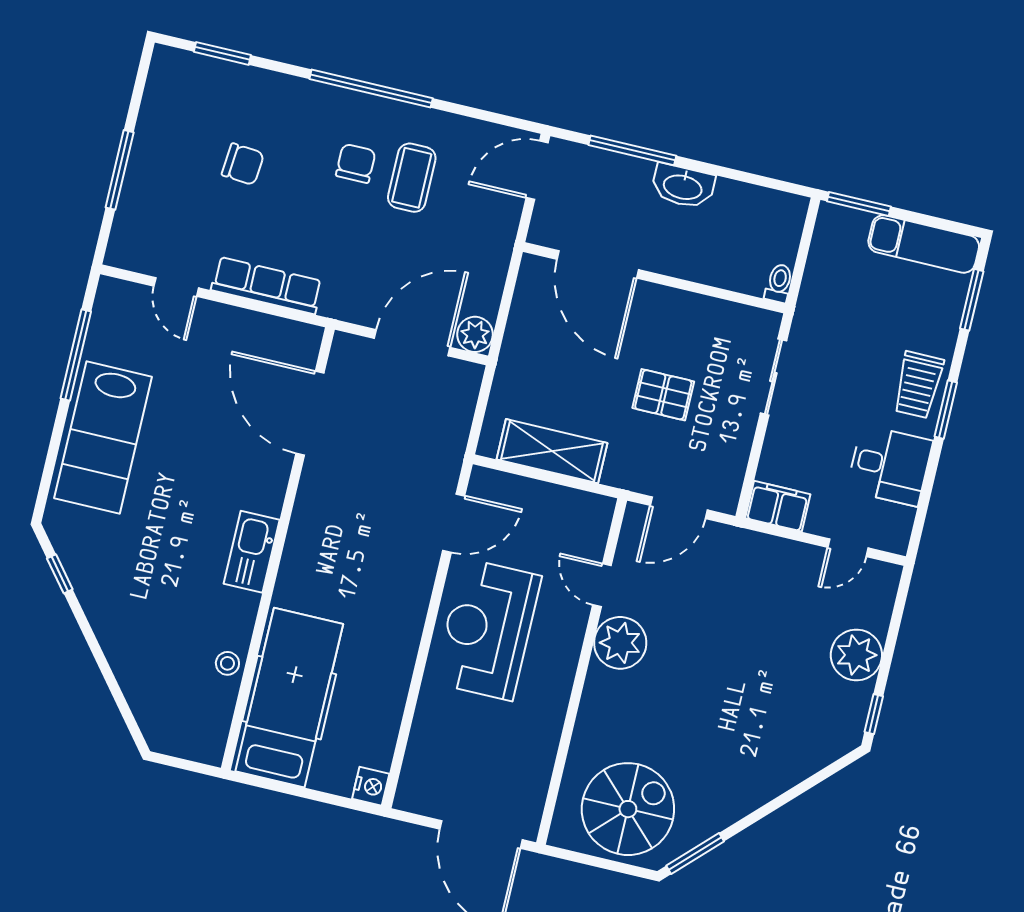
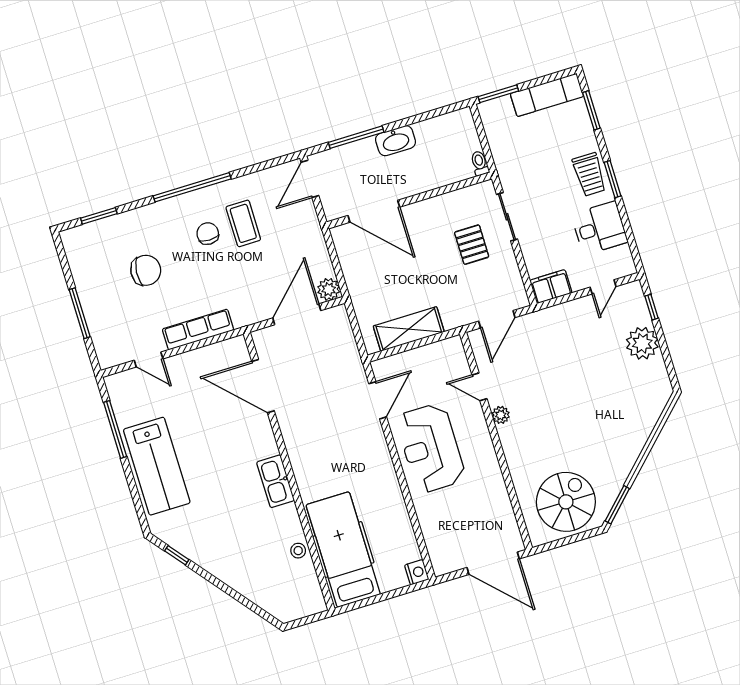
chair: (243, 164) -> (146, 270), width x1.37, depth x1.37
pallet: (663, 395) -> (472, 245), moved, turned 90
plant: (620, 643) -> (501, 415), width x0.53, depth x0.53
window: (874, 714) -> (652, 307), moved

